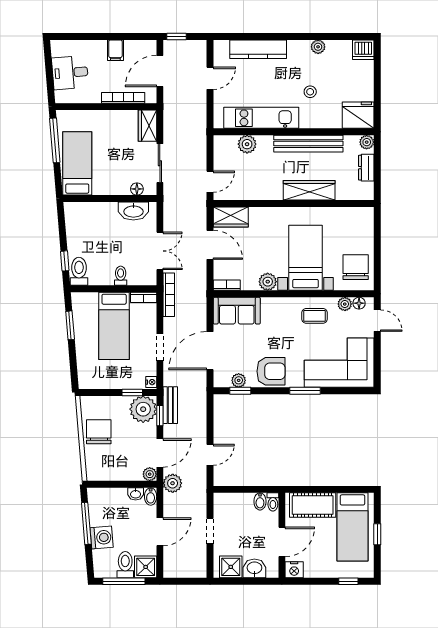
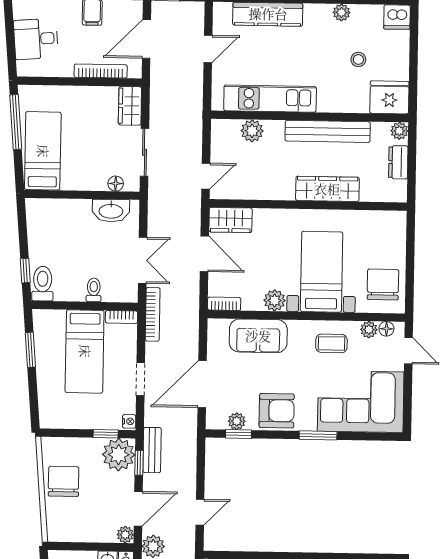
stool: (310, 92) -> (358, 59), moved
sofa: (237, 311) -> (258, 336), moved

